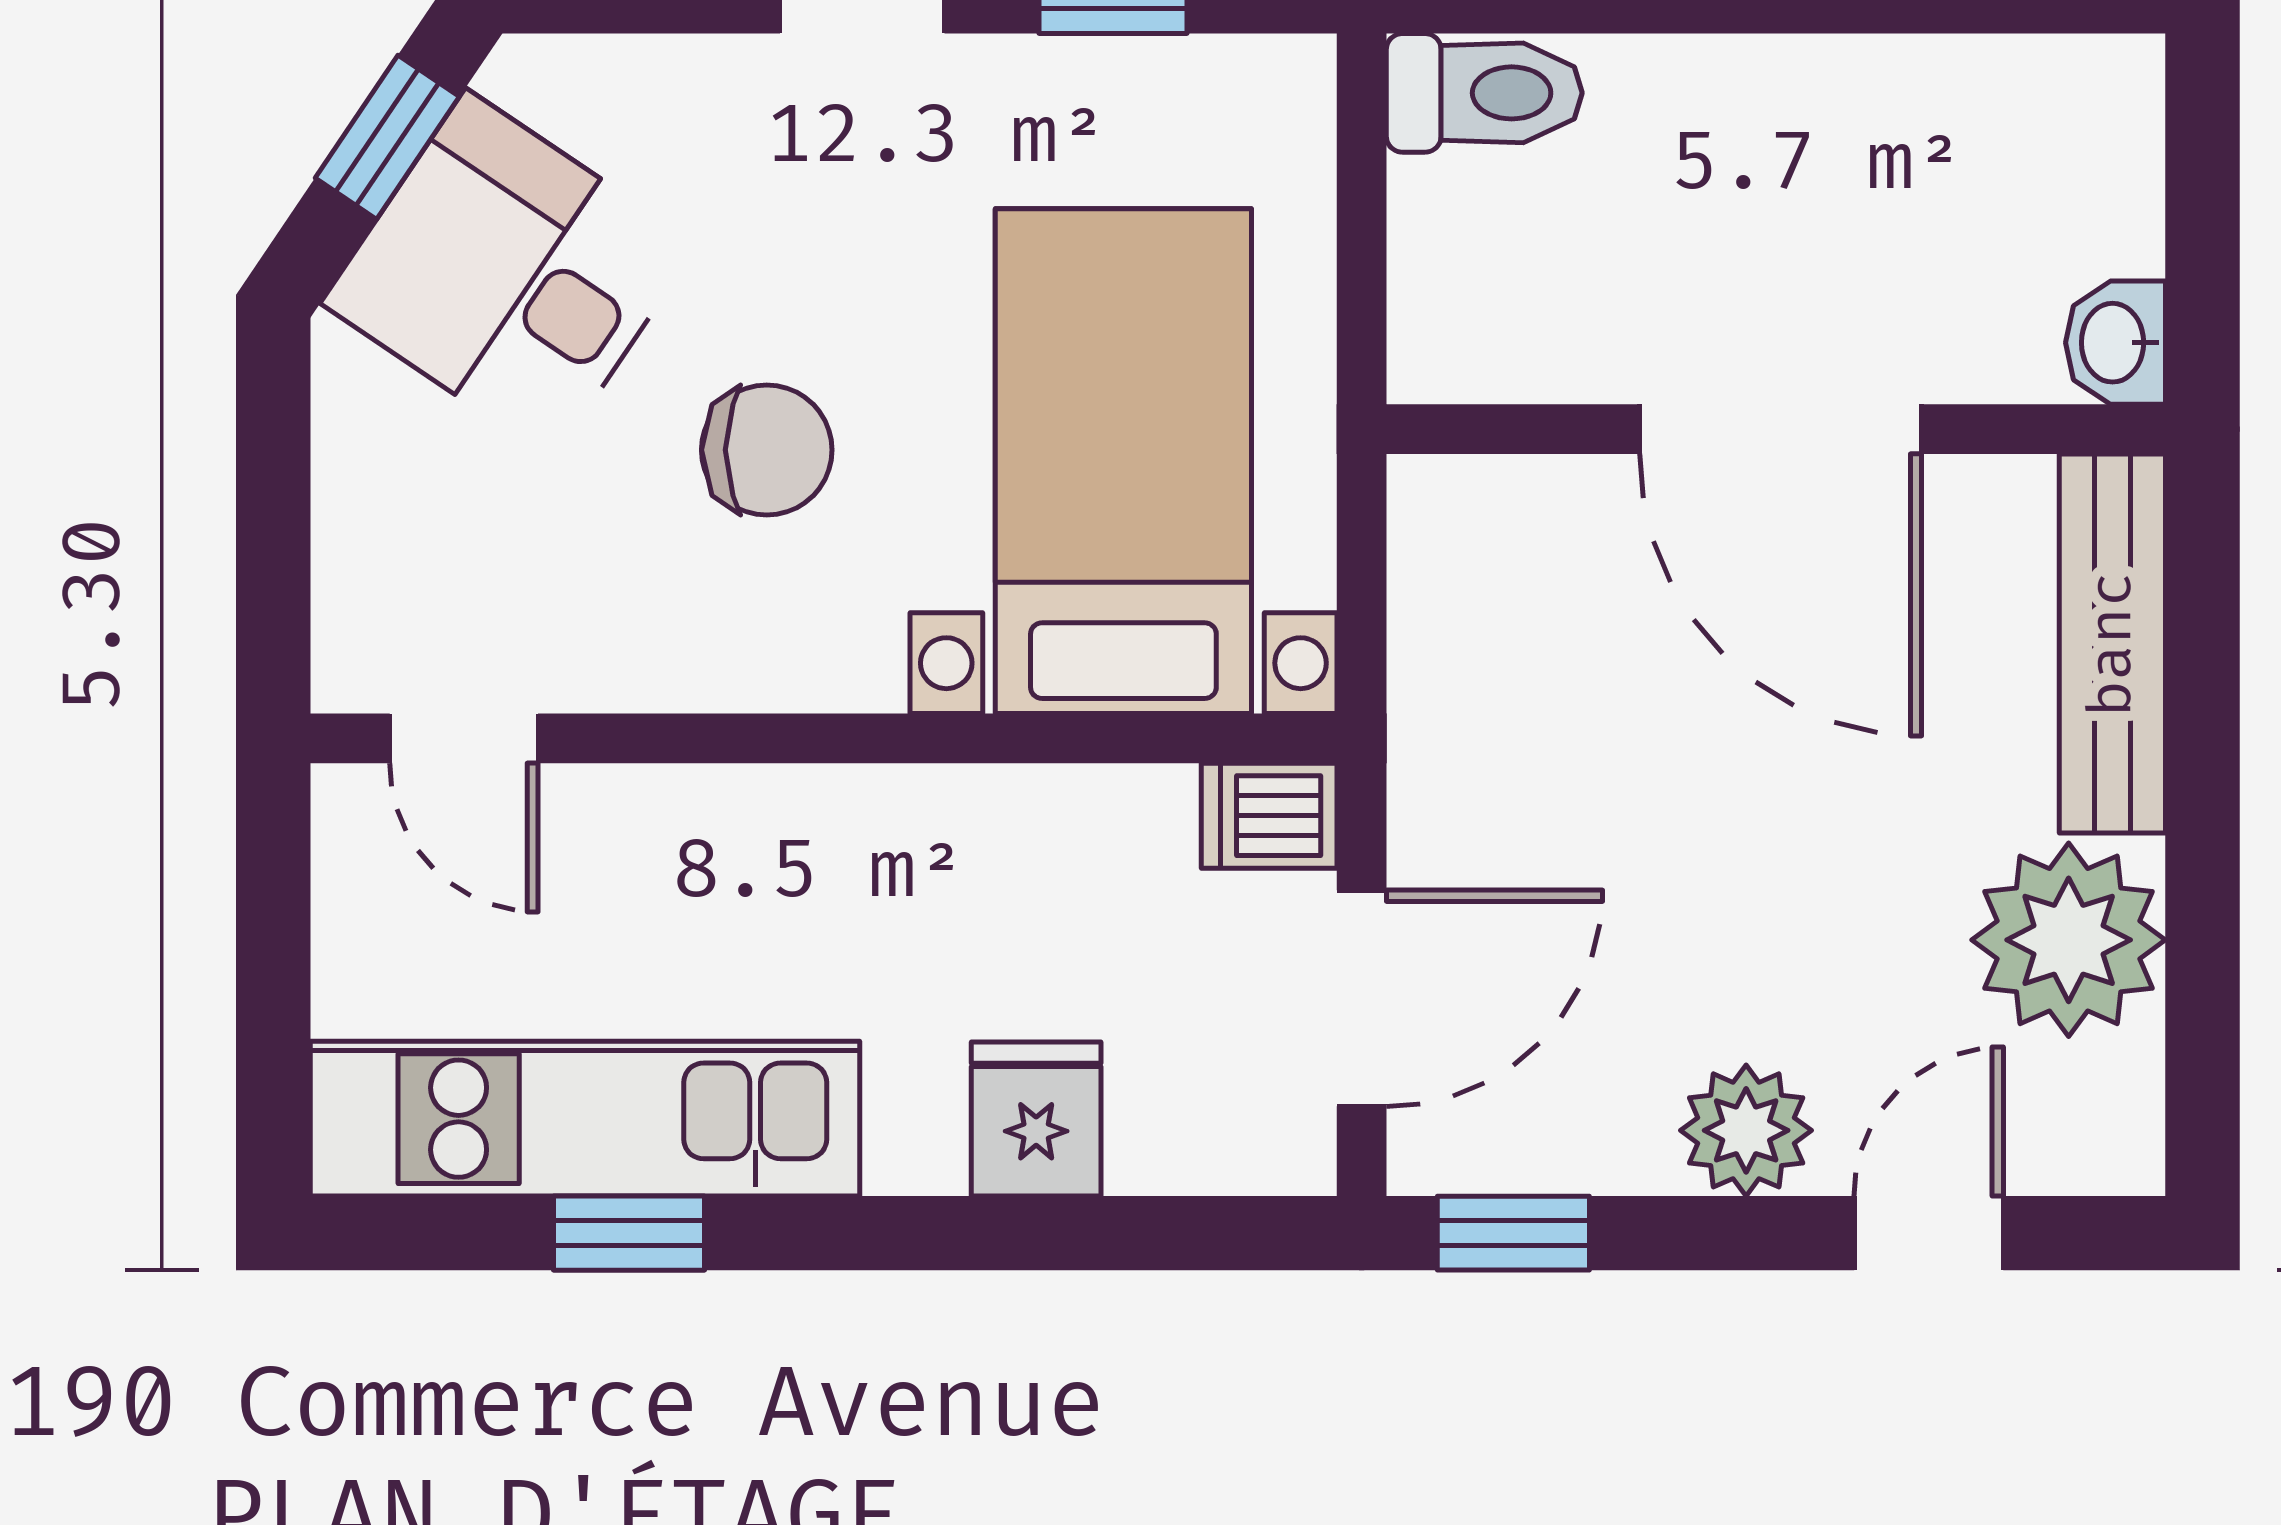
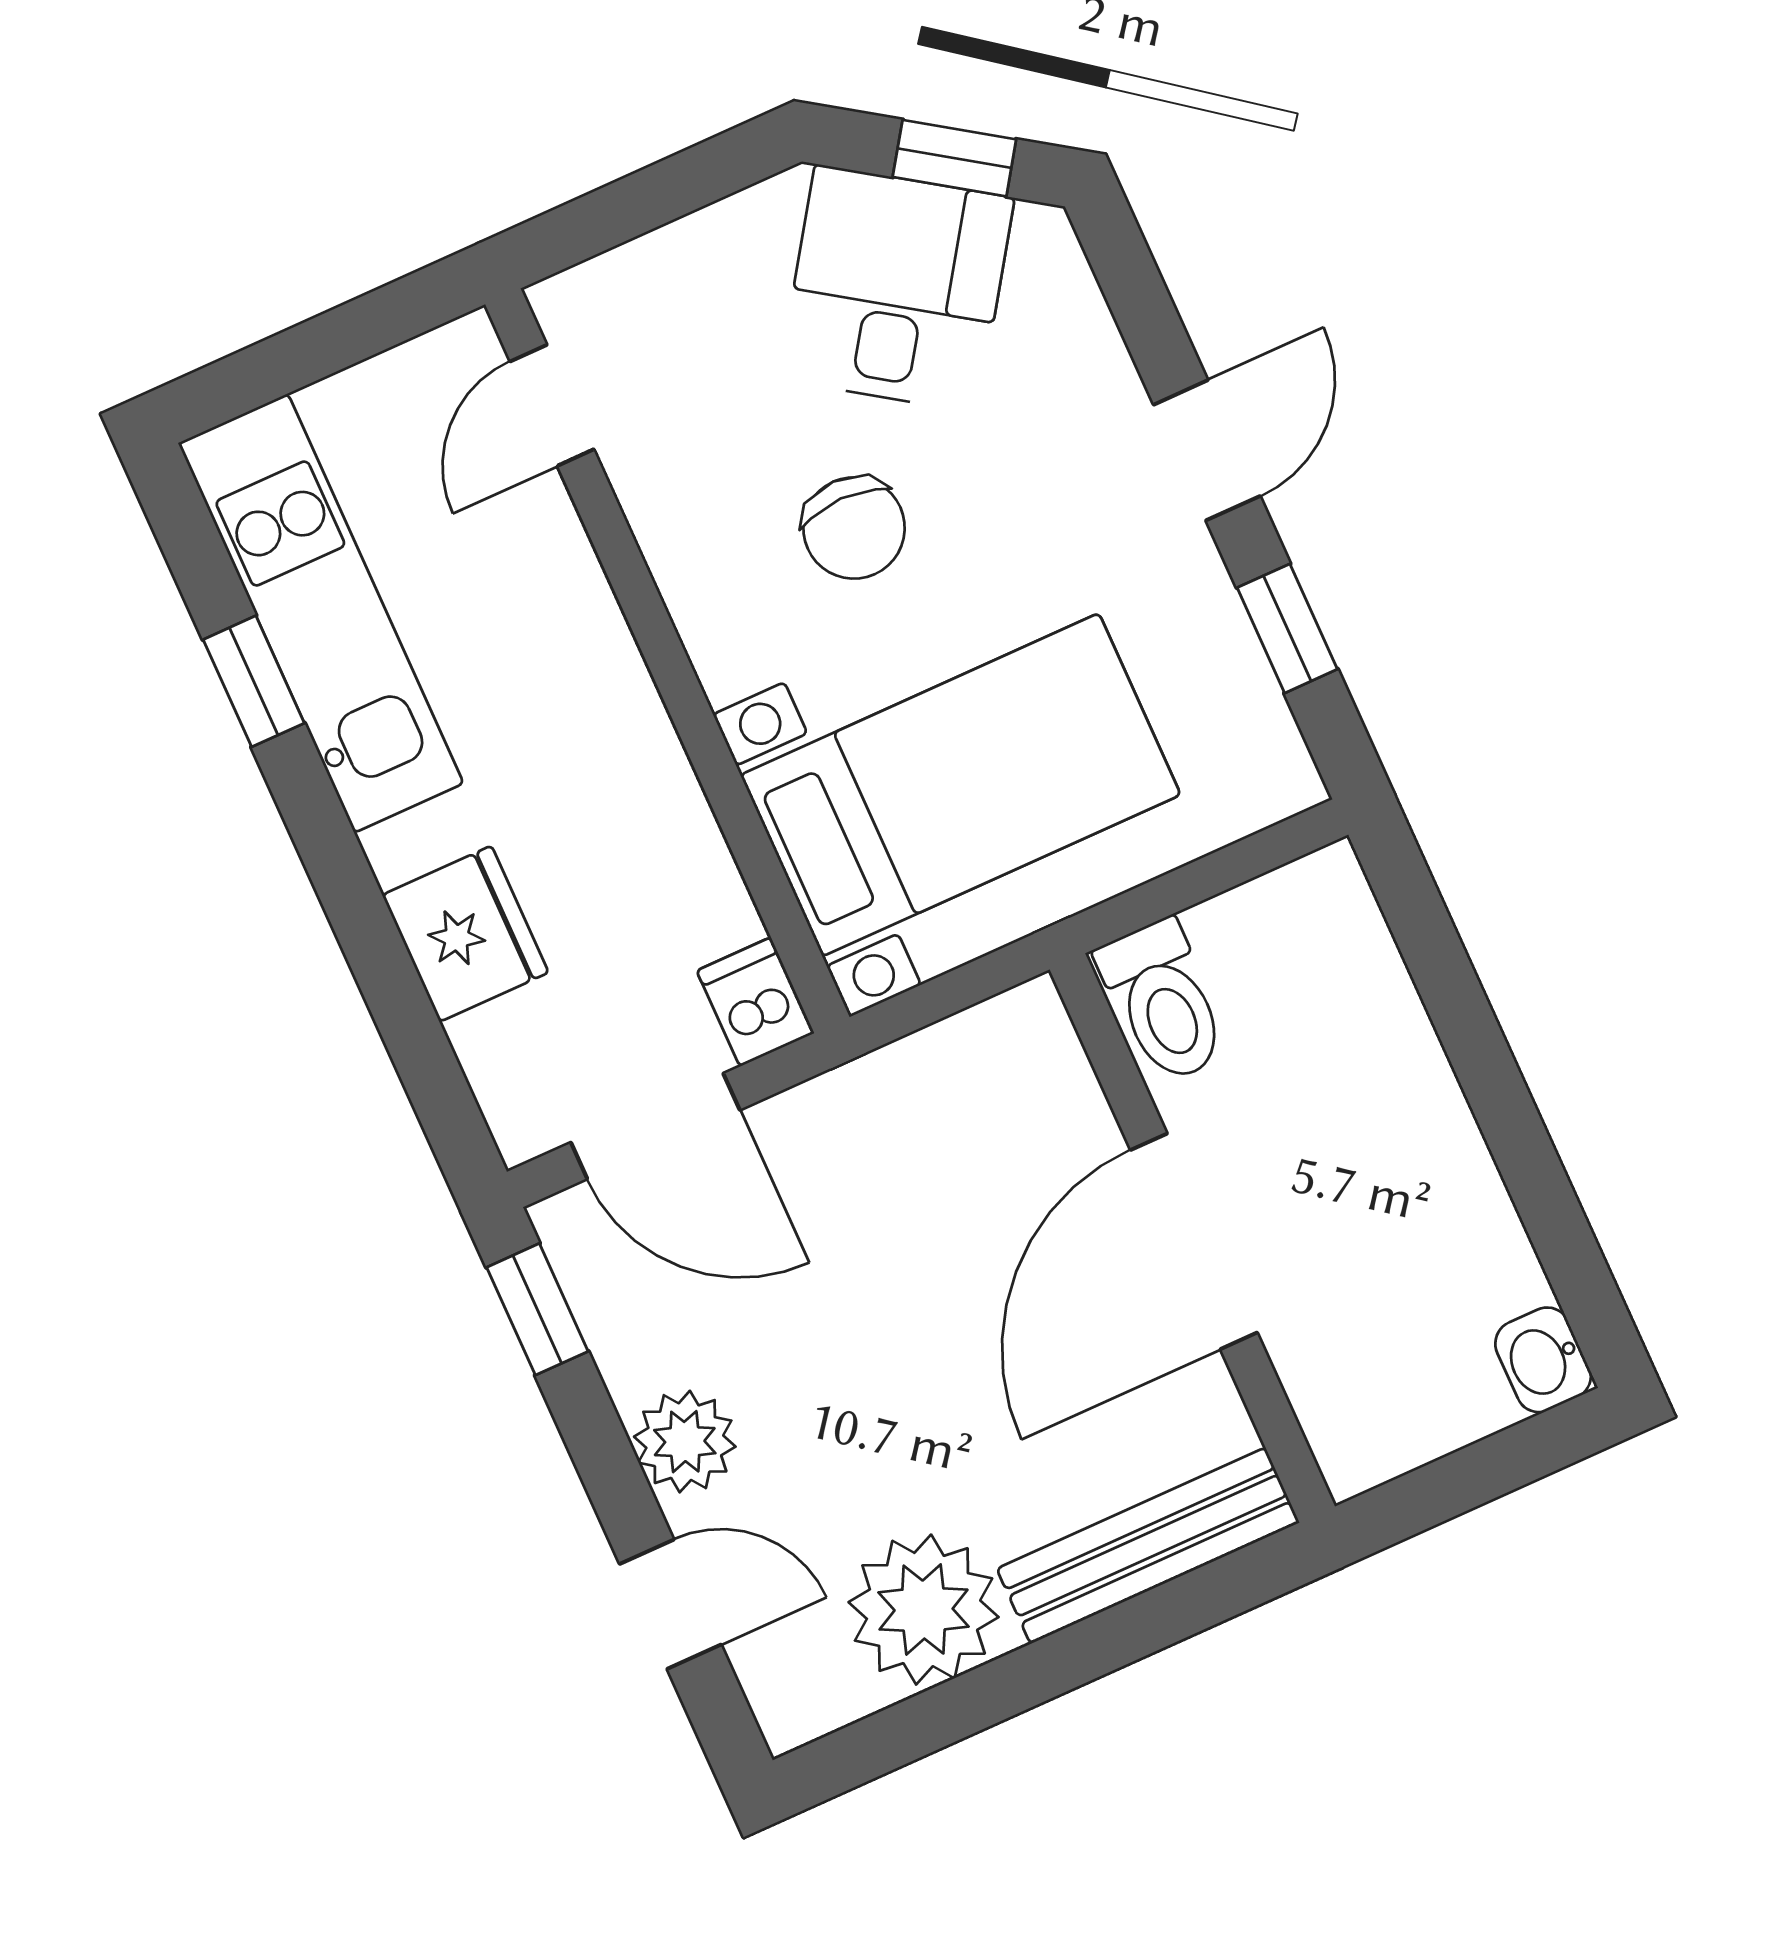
toilet: (1484, 93) -> (1164, 1002), moved
washbasin: (2116, 343) -> (1543, 1360), moved, turned -90
fridge: (1036, 1119) -> (465, 934), width x1.38

